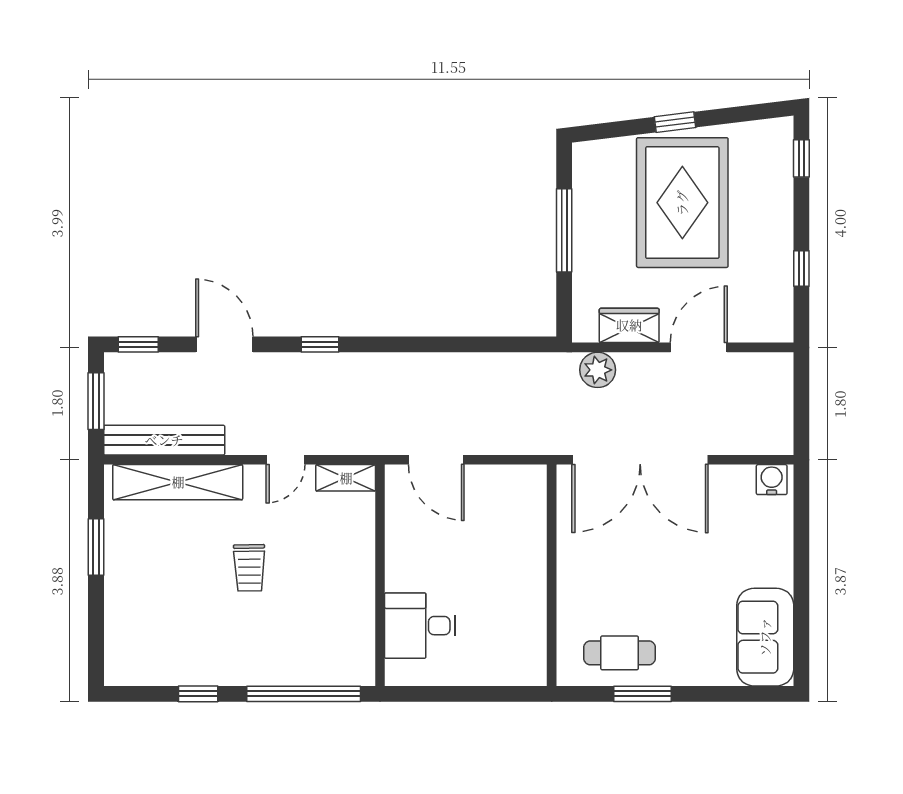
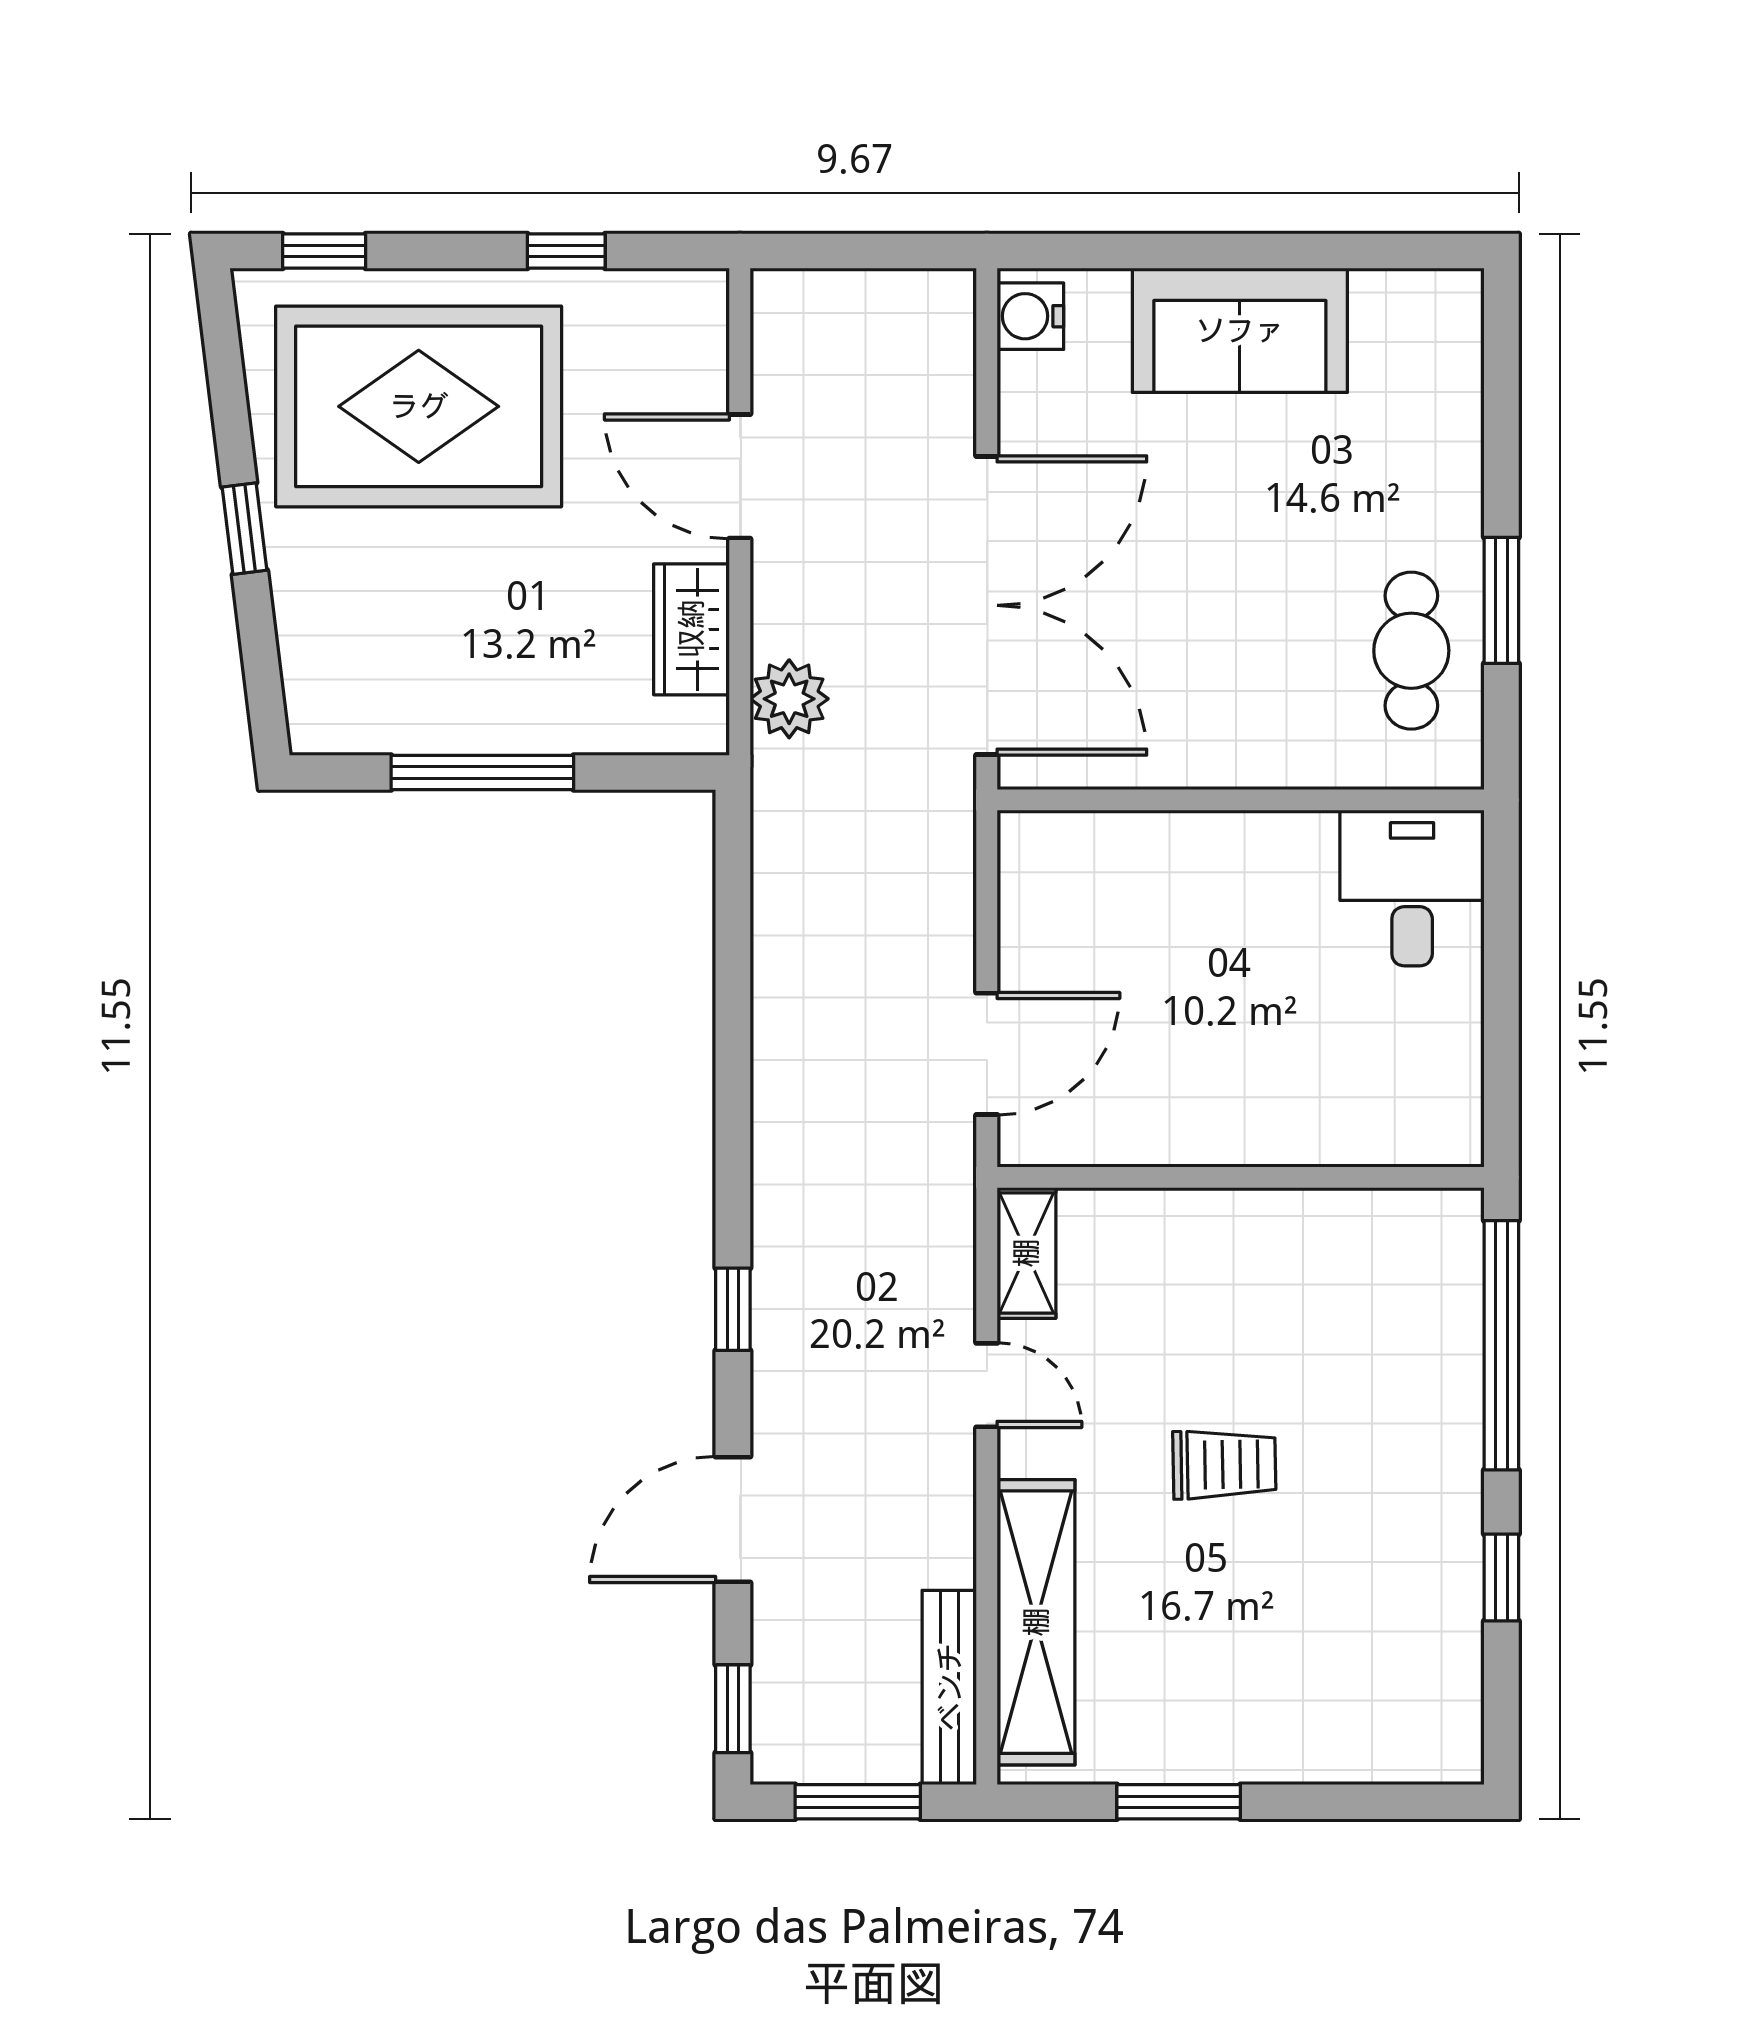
rug: (682, 203) -> (419, 406), moved
bench: (164, 440) -> (949, 1687), width x0.73, depth x0.82
desk: (420, 626) -> (1412, 888), moved, turned 180
sofa: (765, 637) -> (1240, 330), moved

